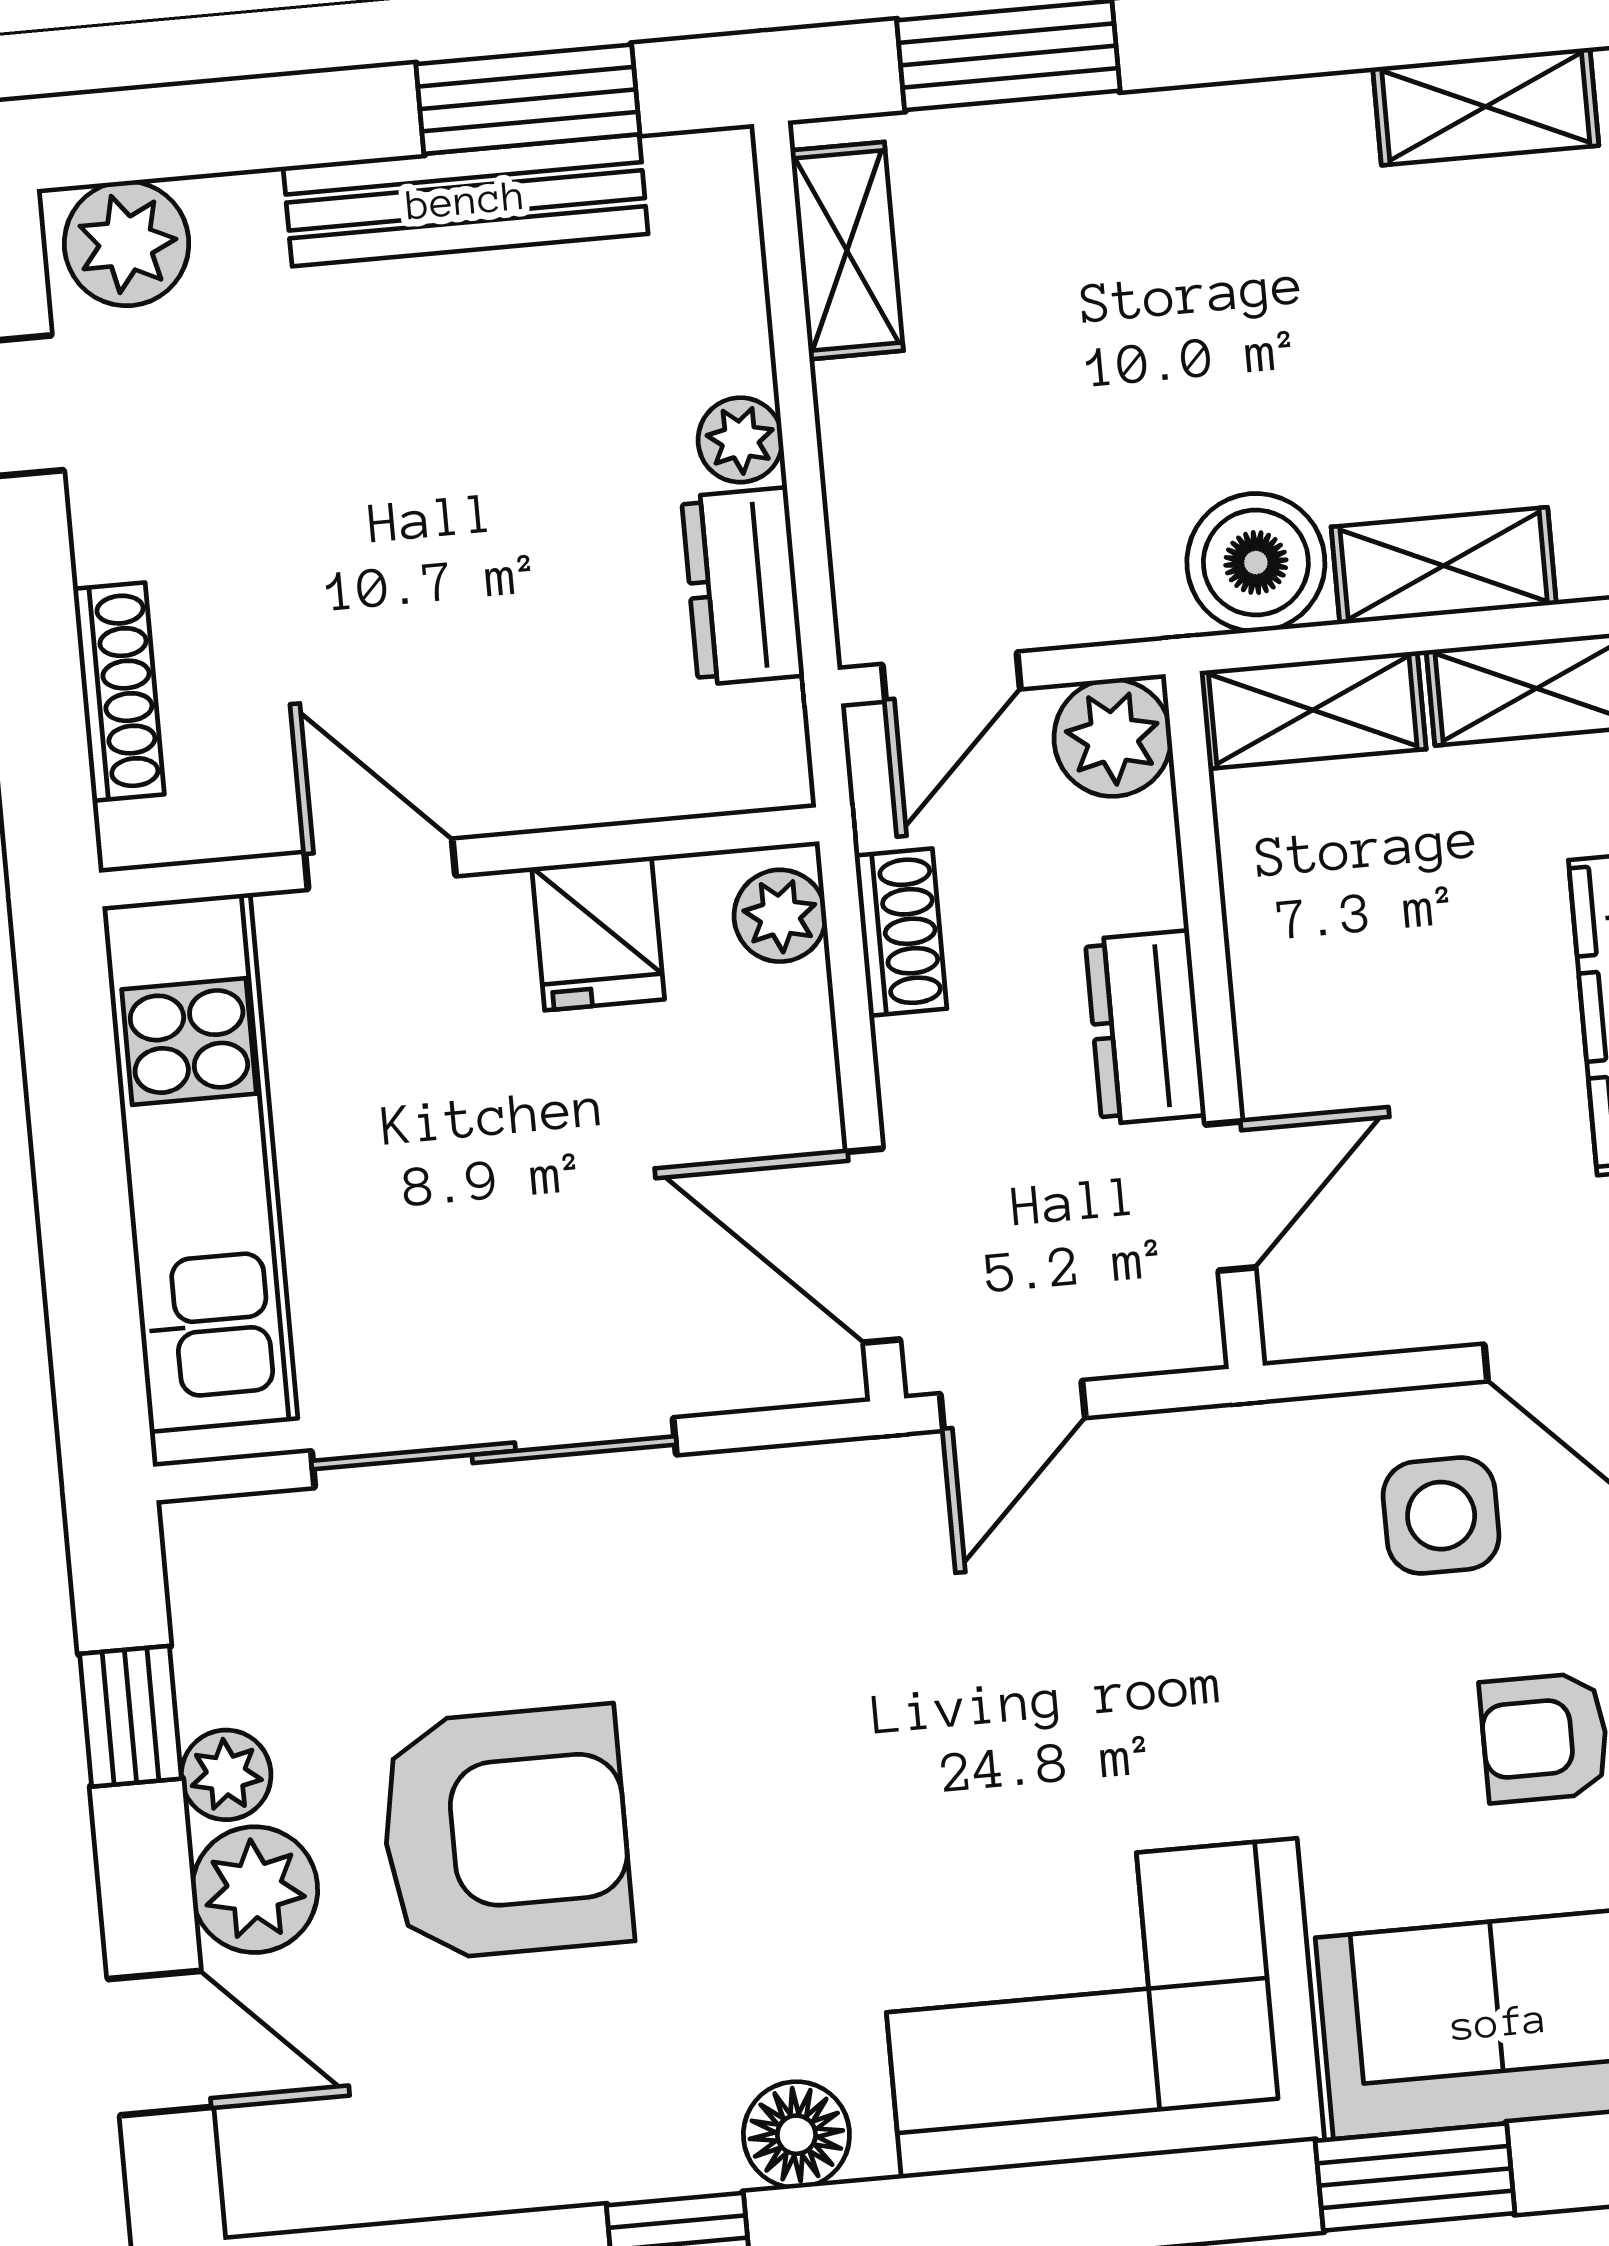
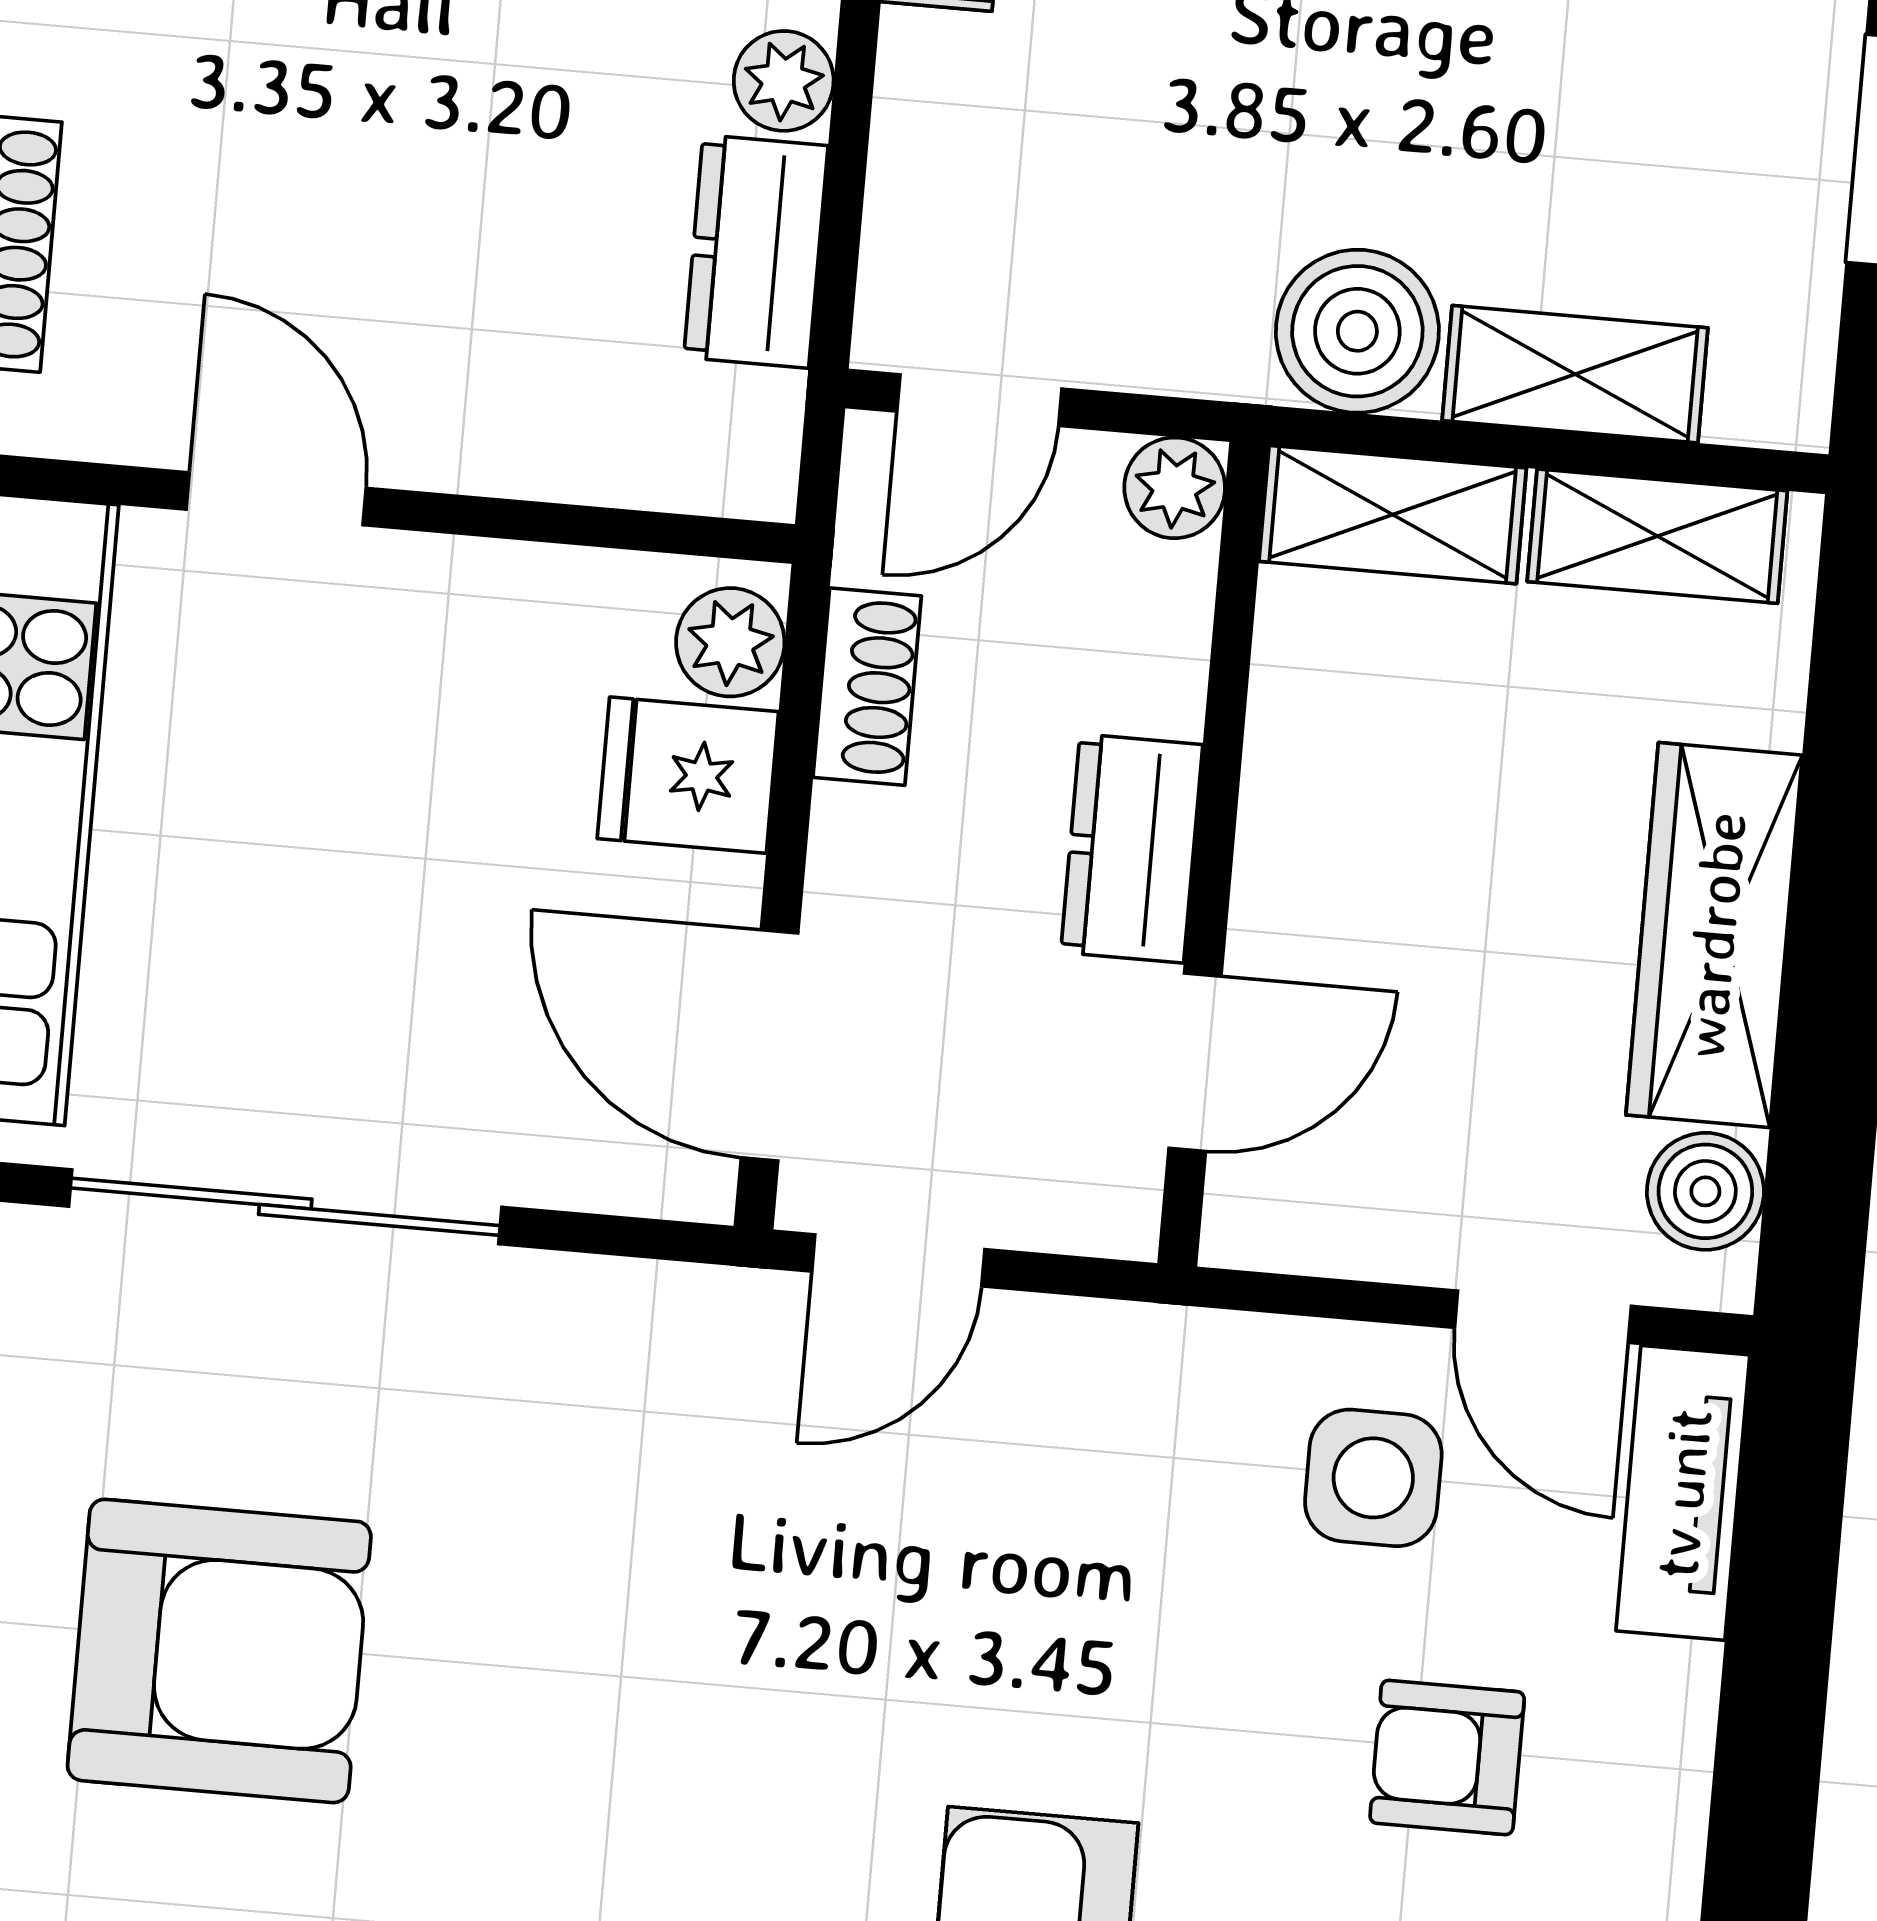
plant: (1113, 738) -> (1175, 488), width x0.73, depth x0.73
fridge: (598, 933) -> (688, 775), moved, turned 90

